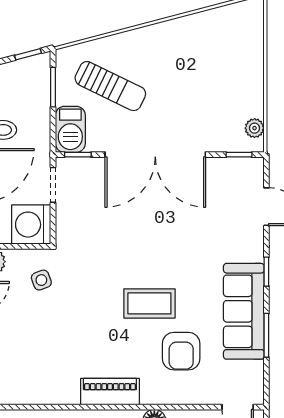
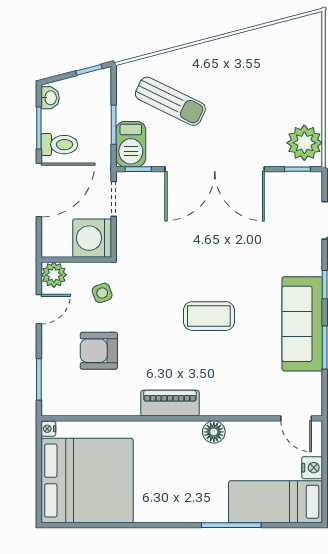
window: (53, 87) -> (114, 125), moved
plant: (255, 128) -> (304, 143), width x1.88, depth x1.88
armchair: (181, 351) -> (99, 351), moved, turned 90

